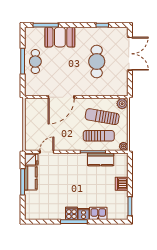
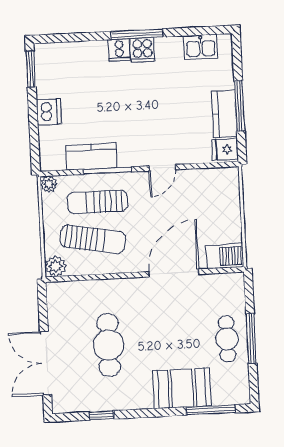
barbecue: (34, 104) -> (225, 256), added
door: (47, 152) -> (162, 168), moved
kitchen sink: (98, 213) -> (201, 47), moved

